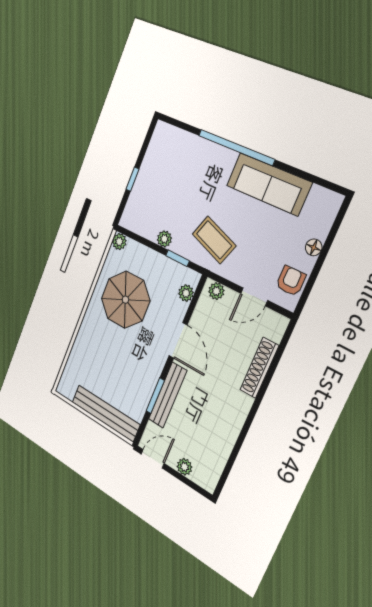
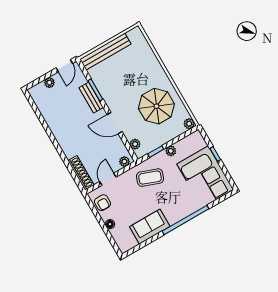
corner sofa: (166, 168) -> (205, 177), added
sofa: (269, 184) -> (150, 227), width x0.73
shoe rack: (259, 368) -> (81, 173), moved
bench: (168, 395) -> (91, 98), width x0.73

